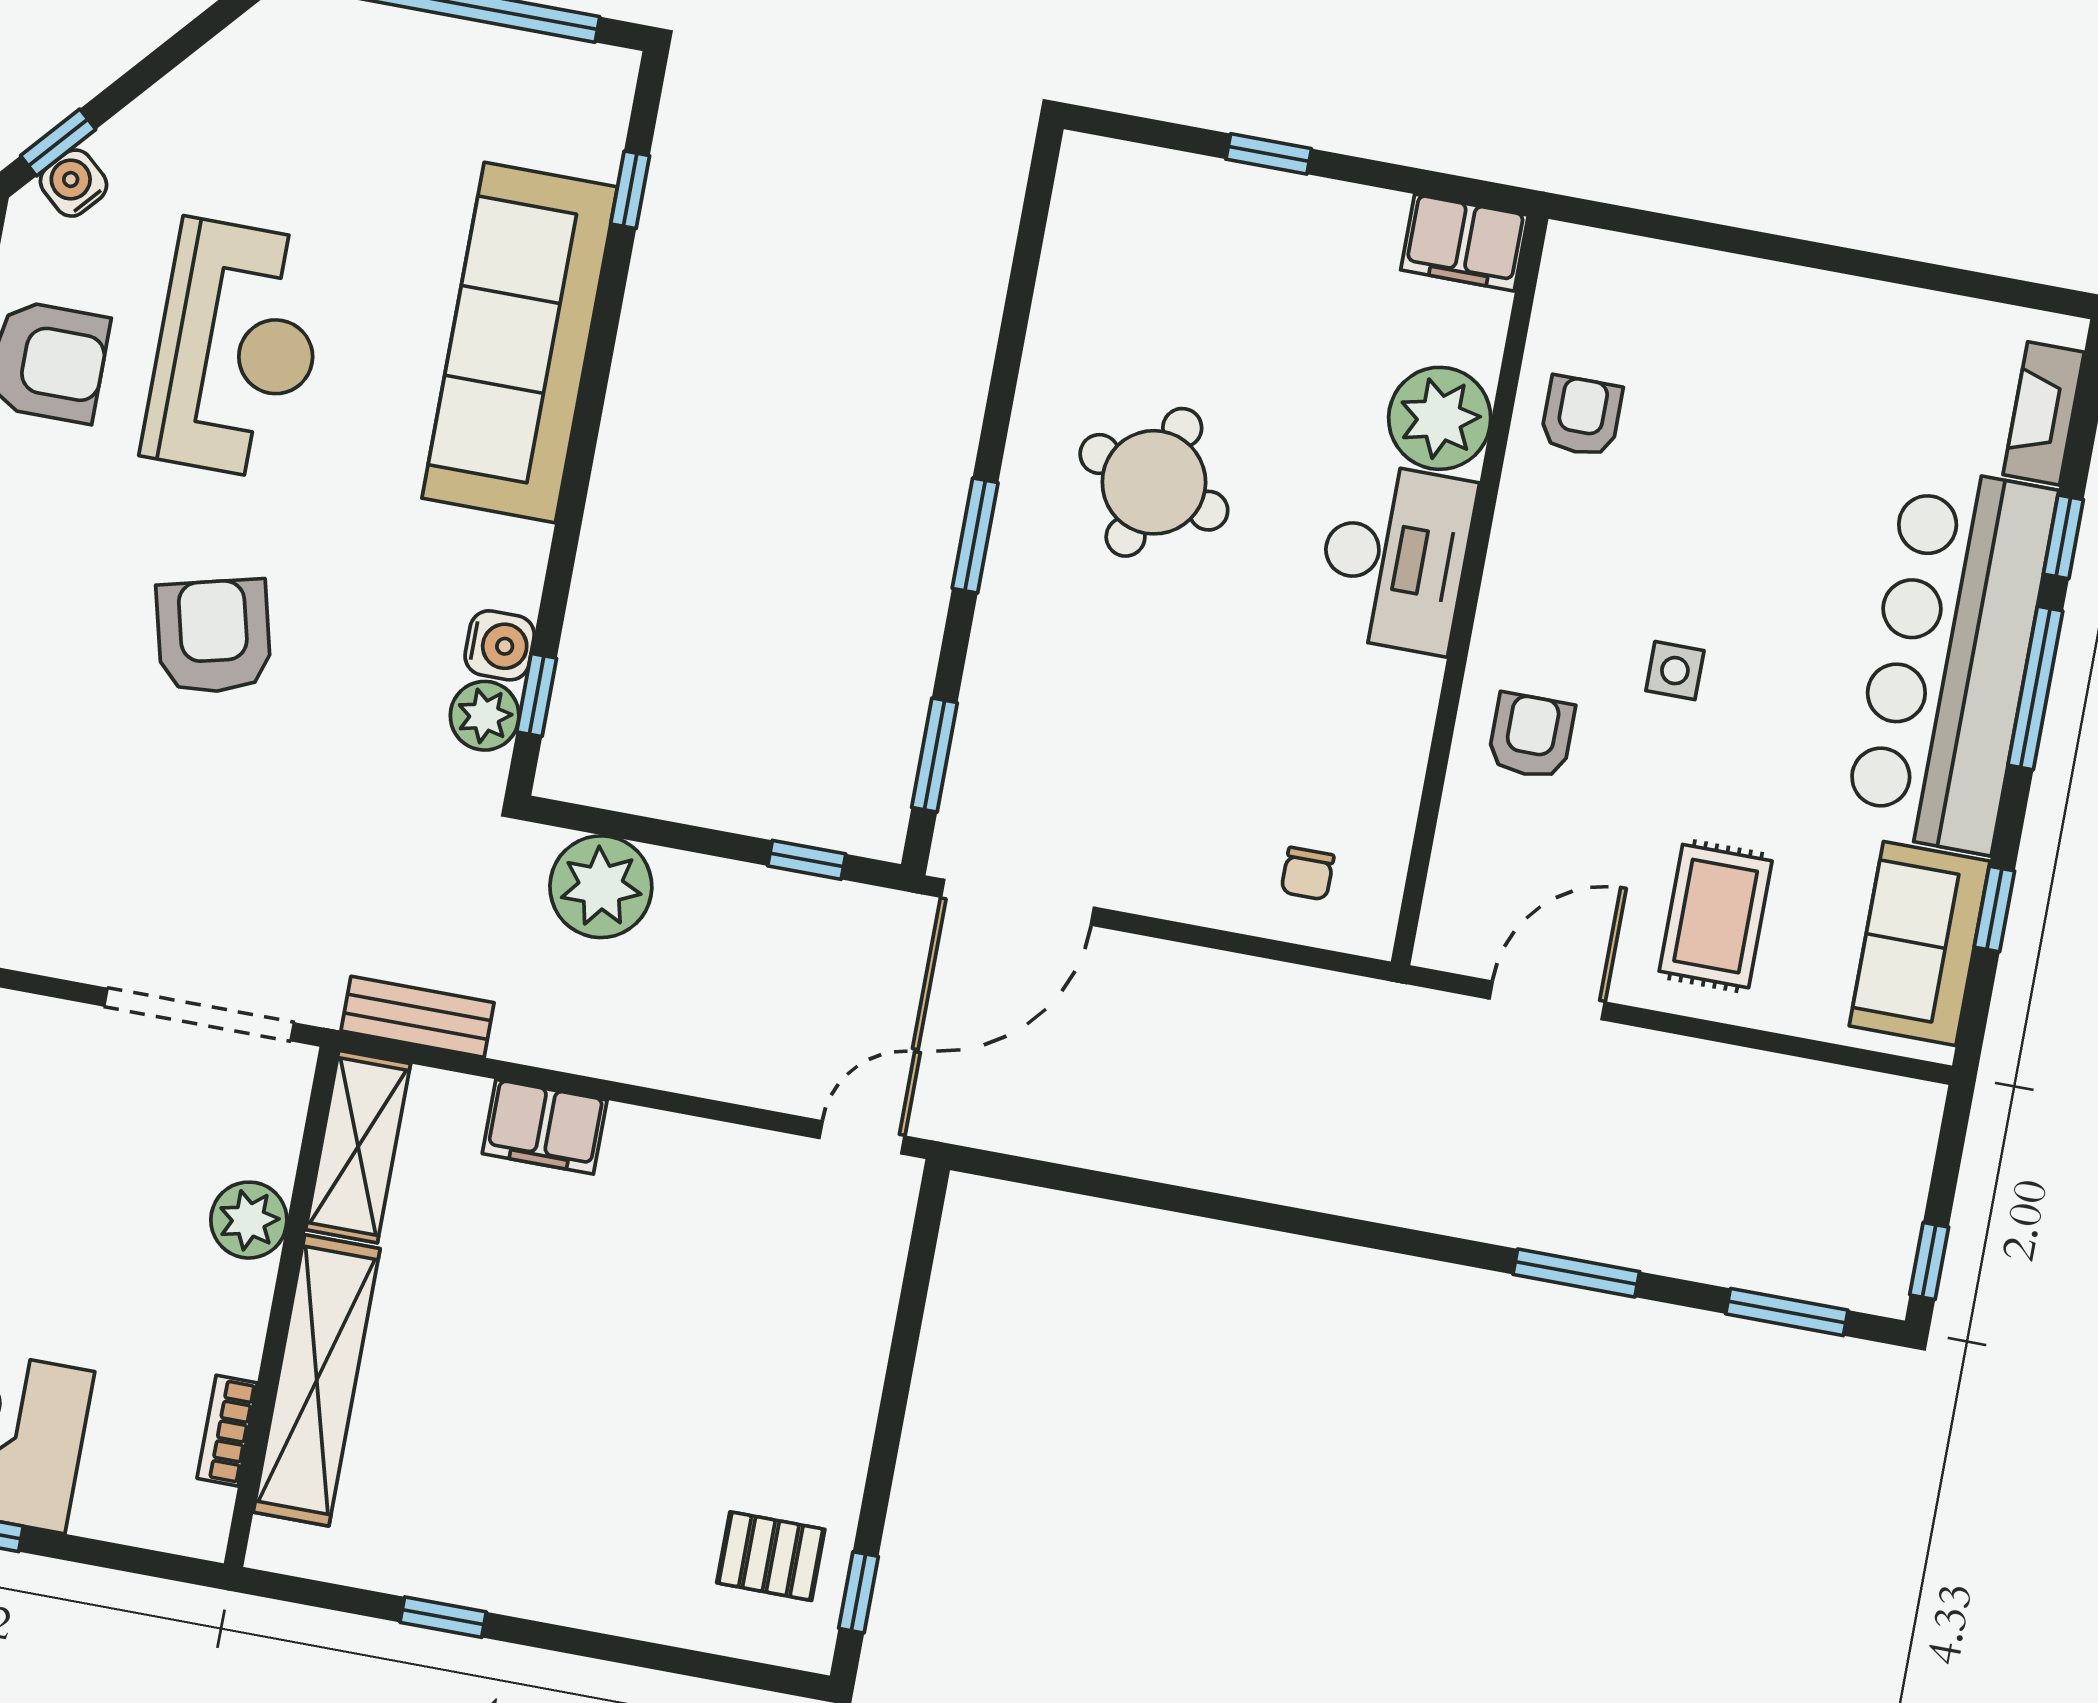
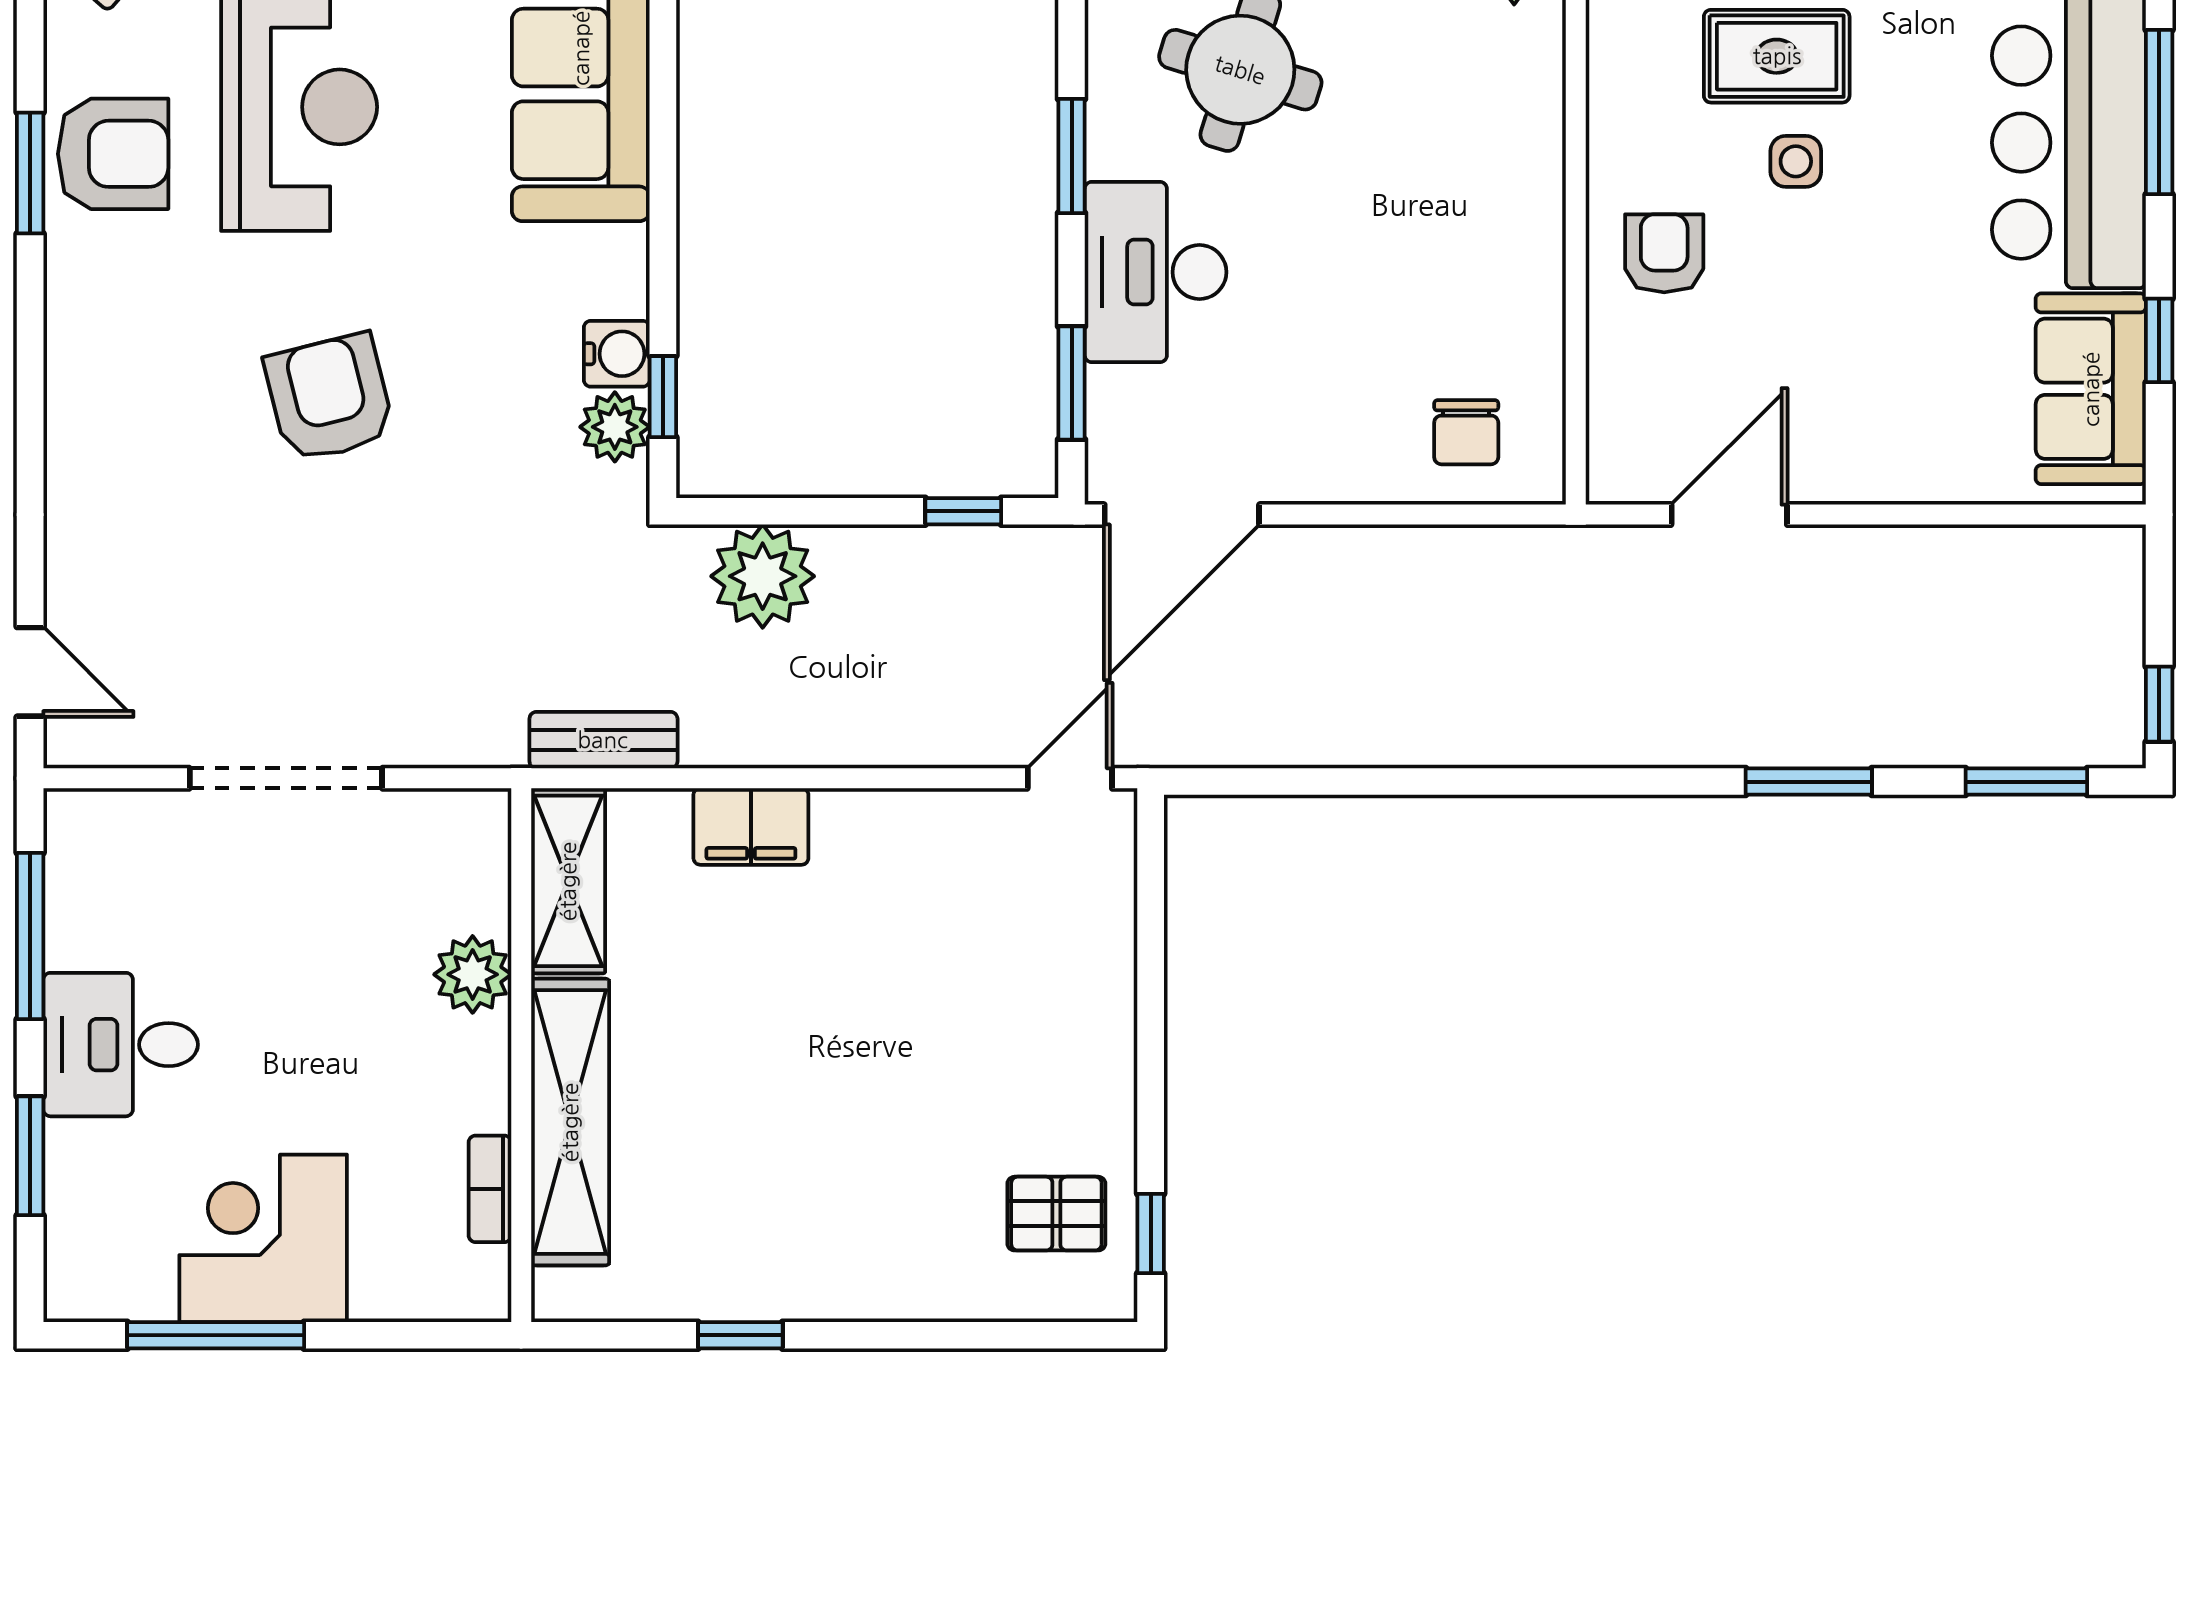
desk: (1395, 557) -> (1156, 272), moved, turned 180
chair: (1307, 874) -> (1466, 432), width x1.37, depth x1.37
rug: (1716, 916) -> (1777, 56), moved, turned 90
doorway: (199, 1014) -> (286, 778), moved

